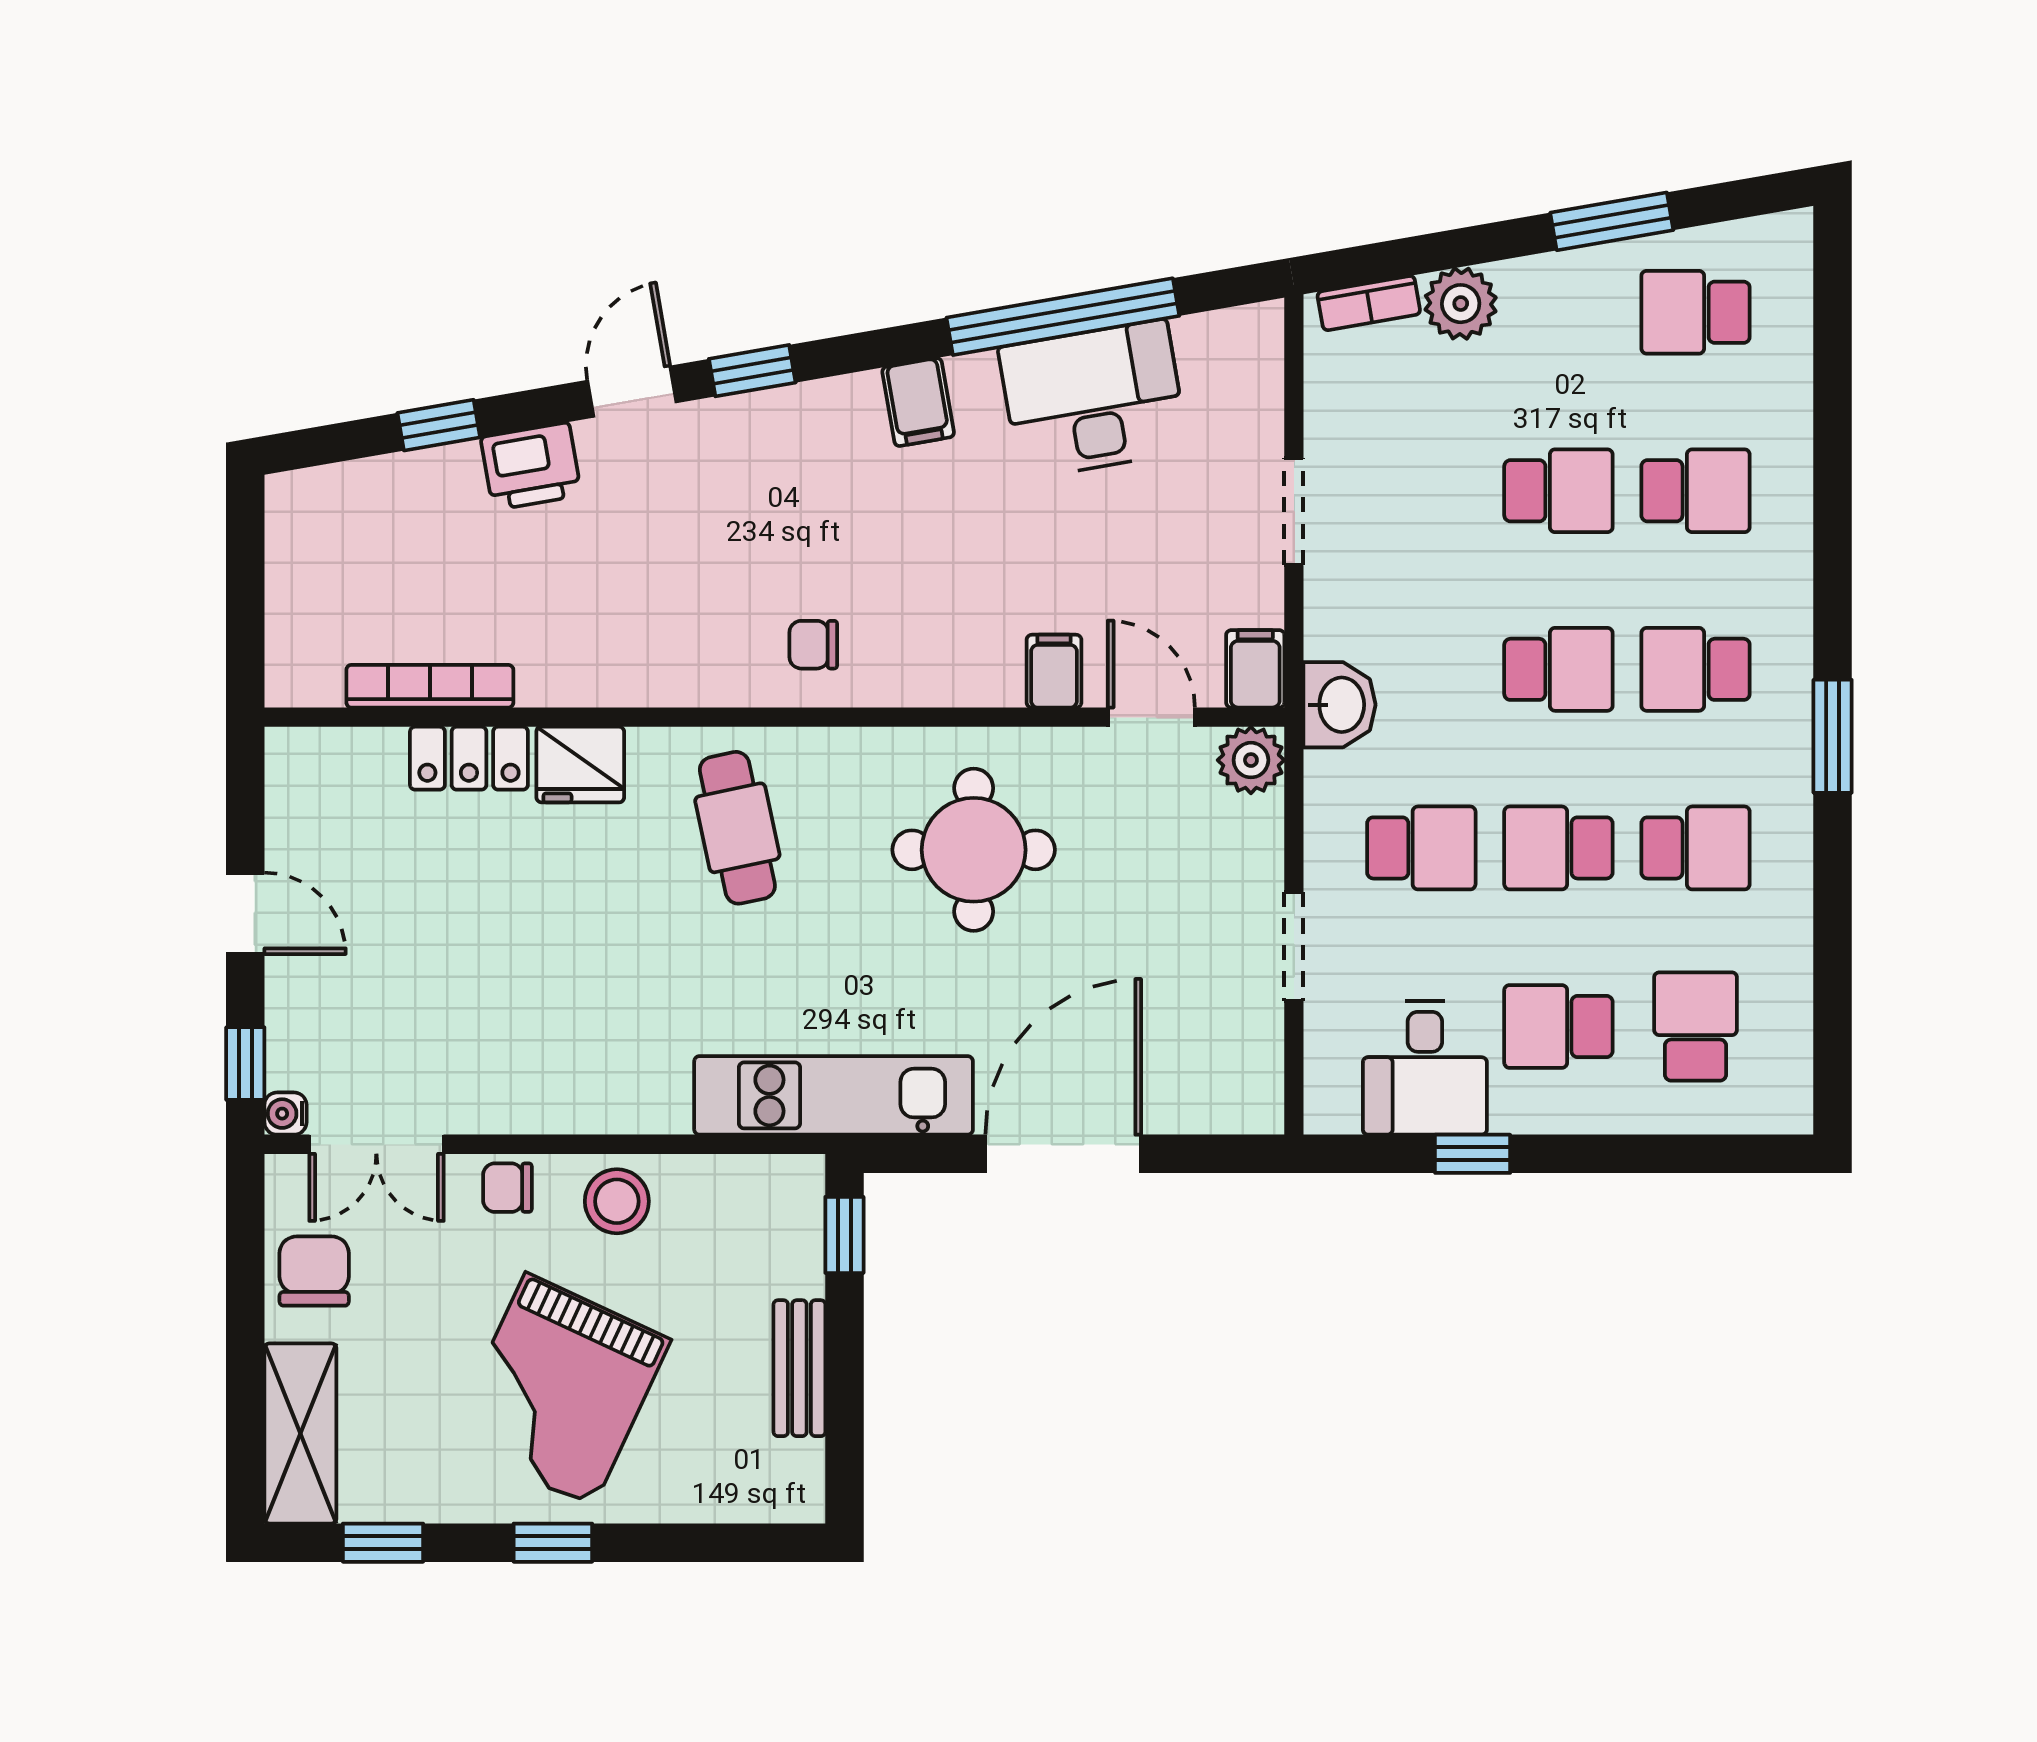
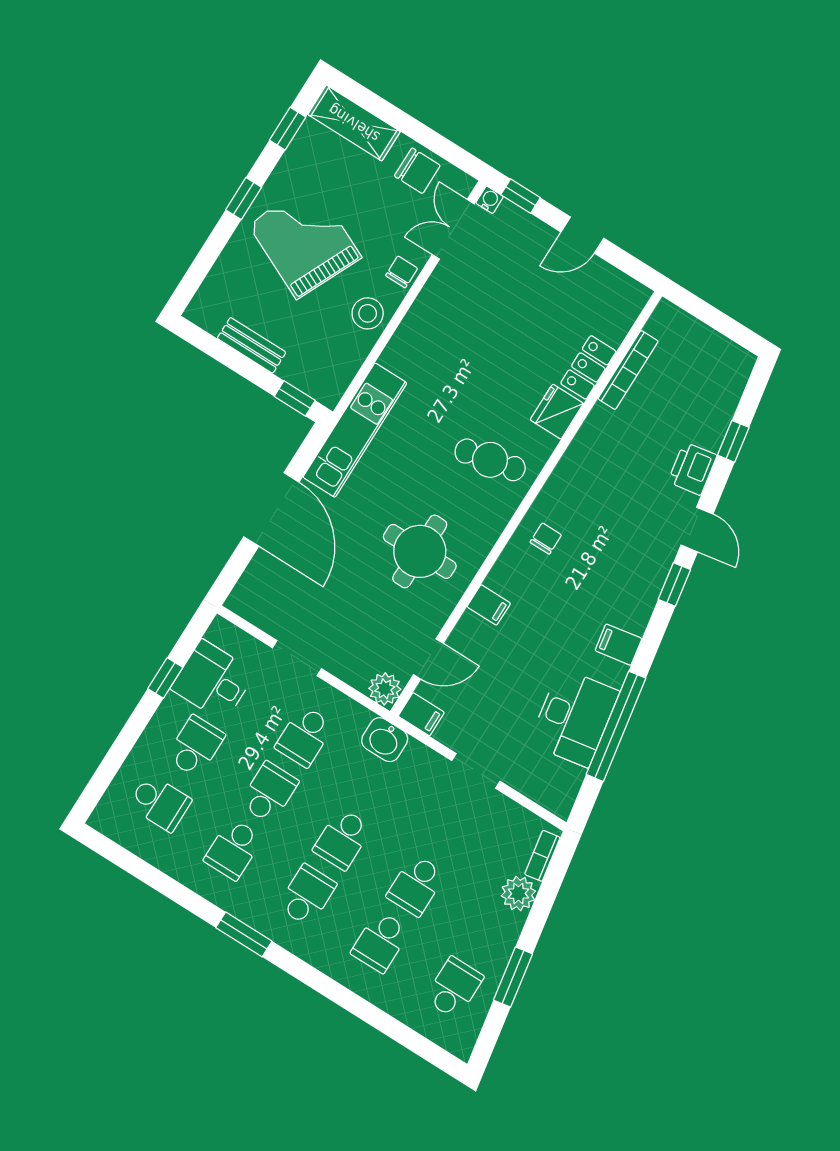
filing cabinet: (1054, 671) -> (489, 605), moved

